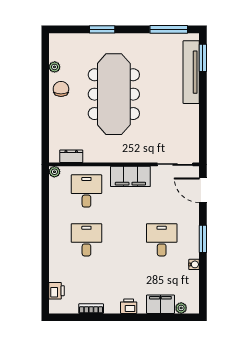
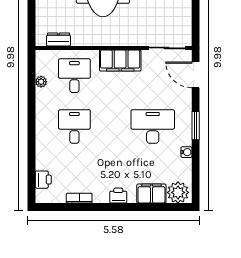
plant: (54, 172) -> (41, 82), moved
desk: (162, 240) -> (153, 127), width x1.37
plant: (181, 308) -> (178, 192), width x1.87, depth x1.87

